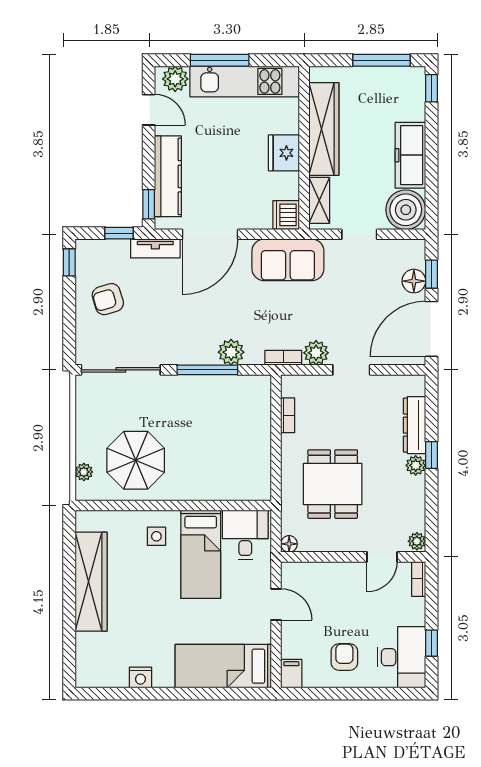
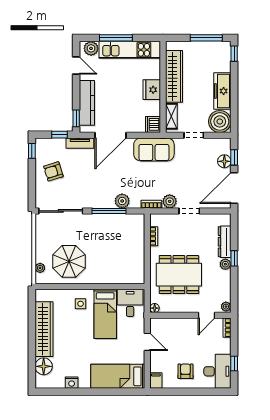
dining table: (333, 484) -> (179, 275), width x1.38
floor lamp: (90, 648) -> (44, 366), added

